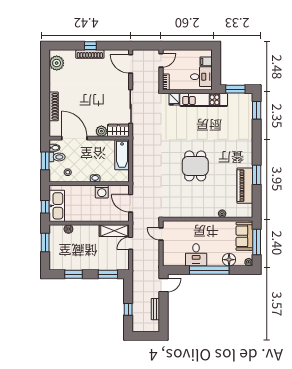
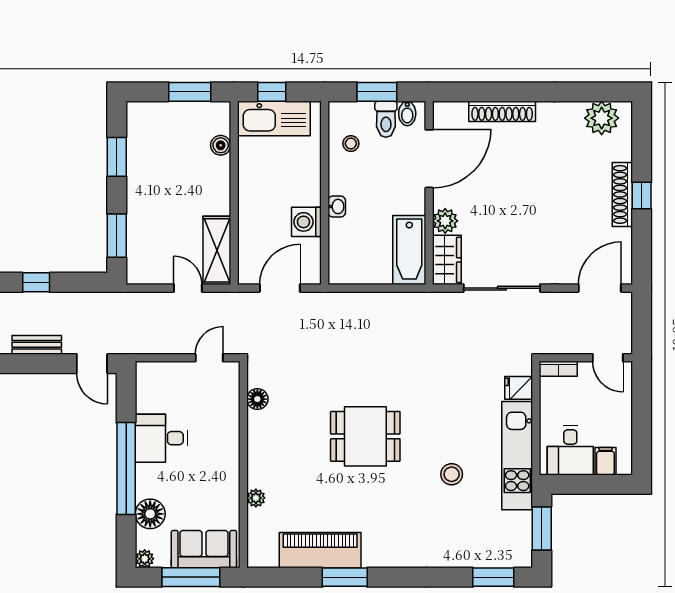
stool: (212, 128) -> (452, 474), added
bathtub: (122, 155) -> (409, 250), moved, turned -90
floor lamp: (179, 213) -> (257, 399), added

